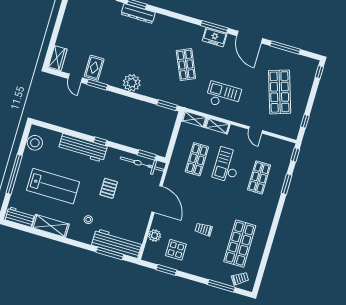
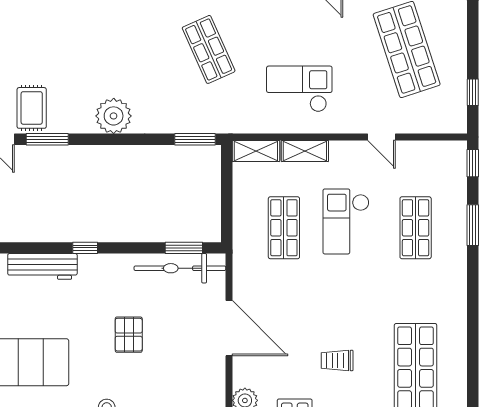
workbench: (83, 148) -> (42, 266), width x0.73, depth x0.76

